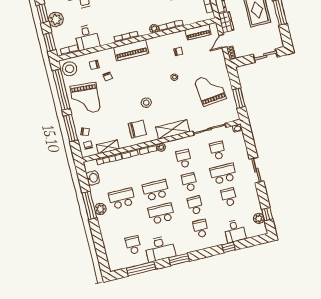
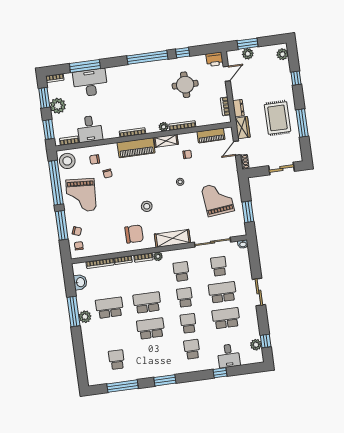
shelving: (108, 147) -> (166, 141), moved
school desk: (229, 197) -> (226, 318), width x1.85
desk: (160, 249) -> (145, 366), removed

